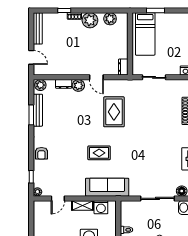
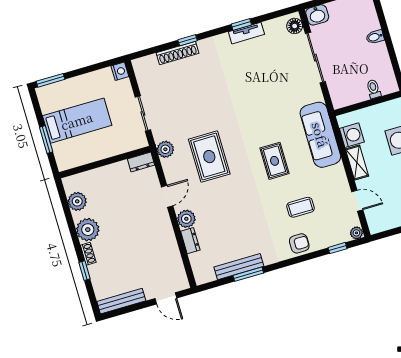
bed: (145, 34) -> (77, 121), moved
door: (31, 57) -> (166, 298), swing flipped
plant: (40, 85) -> (165, 149), moved
rug: (114, 112) -> (209, 157), turned 90
coffee table: (64, 161) -> (301, 207), added

